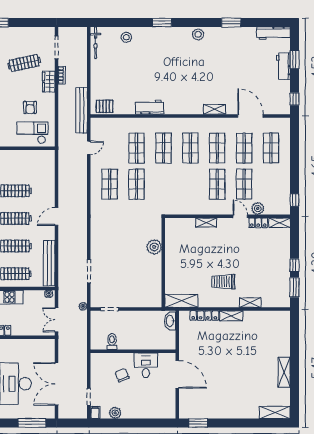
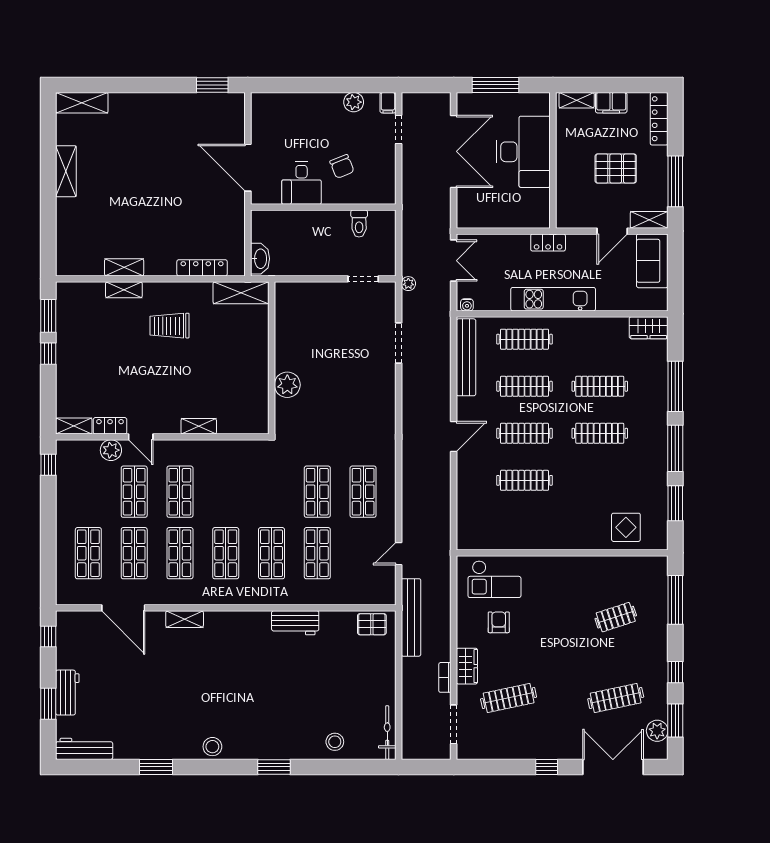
trolley: (223, 282) -> (170, 326), turned 180
shelving: (231, 316) -> (124, 267), moved

